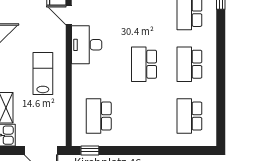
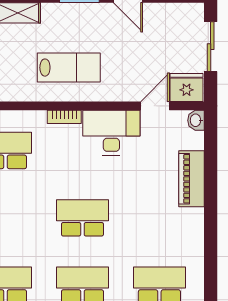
bookcase: (76, 76) -> (64, 117), added

